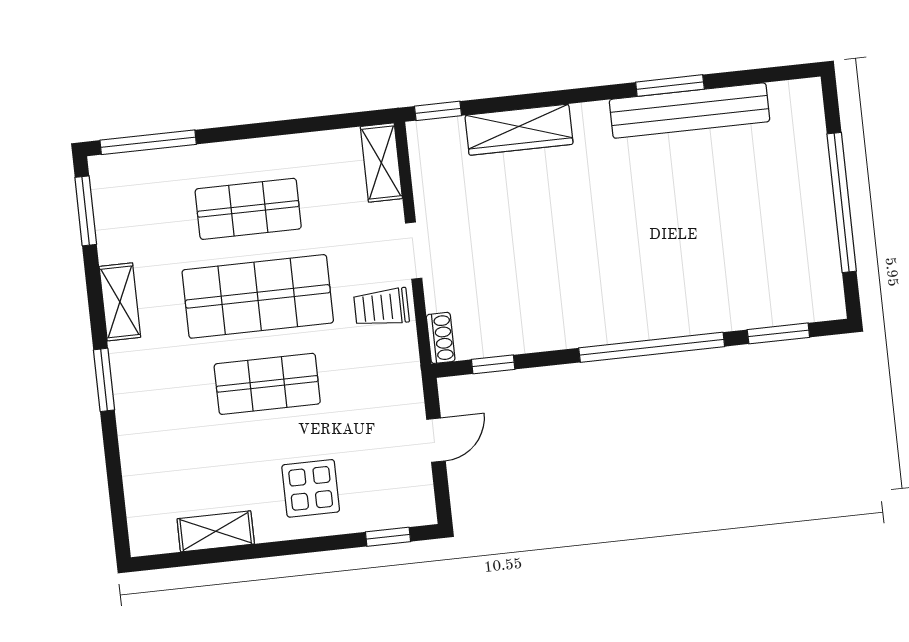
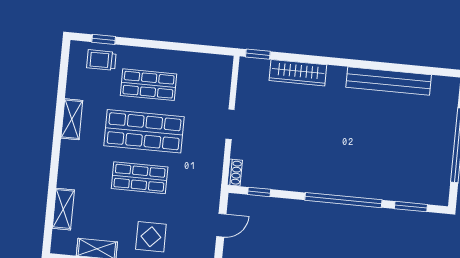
window: (670, 86) -> (381, 66), removed
window: (148, 142) -> (104, 39), width x0.46
shelving: (381, 163) -> (63, 209), moved
window: (86, 211) -> (64, 68), removed
trolley: (381, 307) -> (101, 60), moved
window: (104, 380) -> (55, 158), removed

